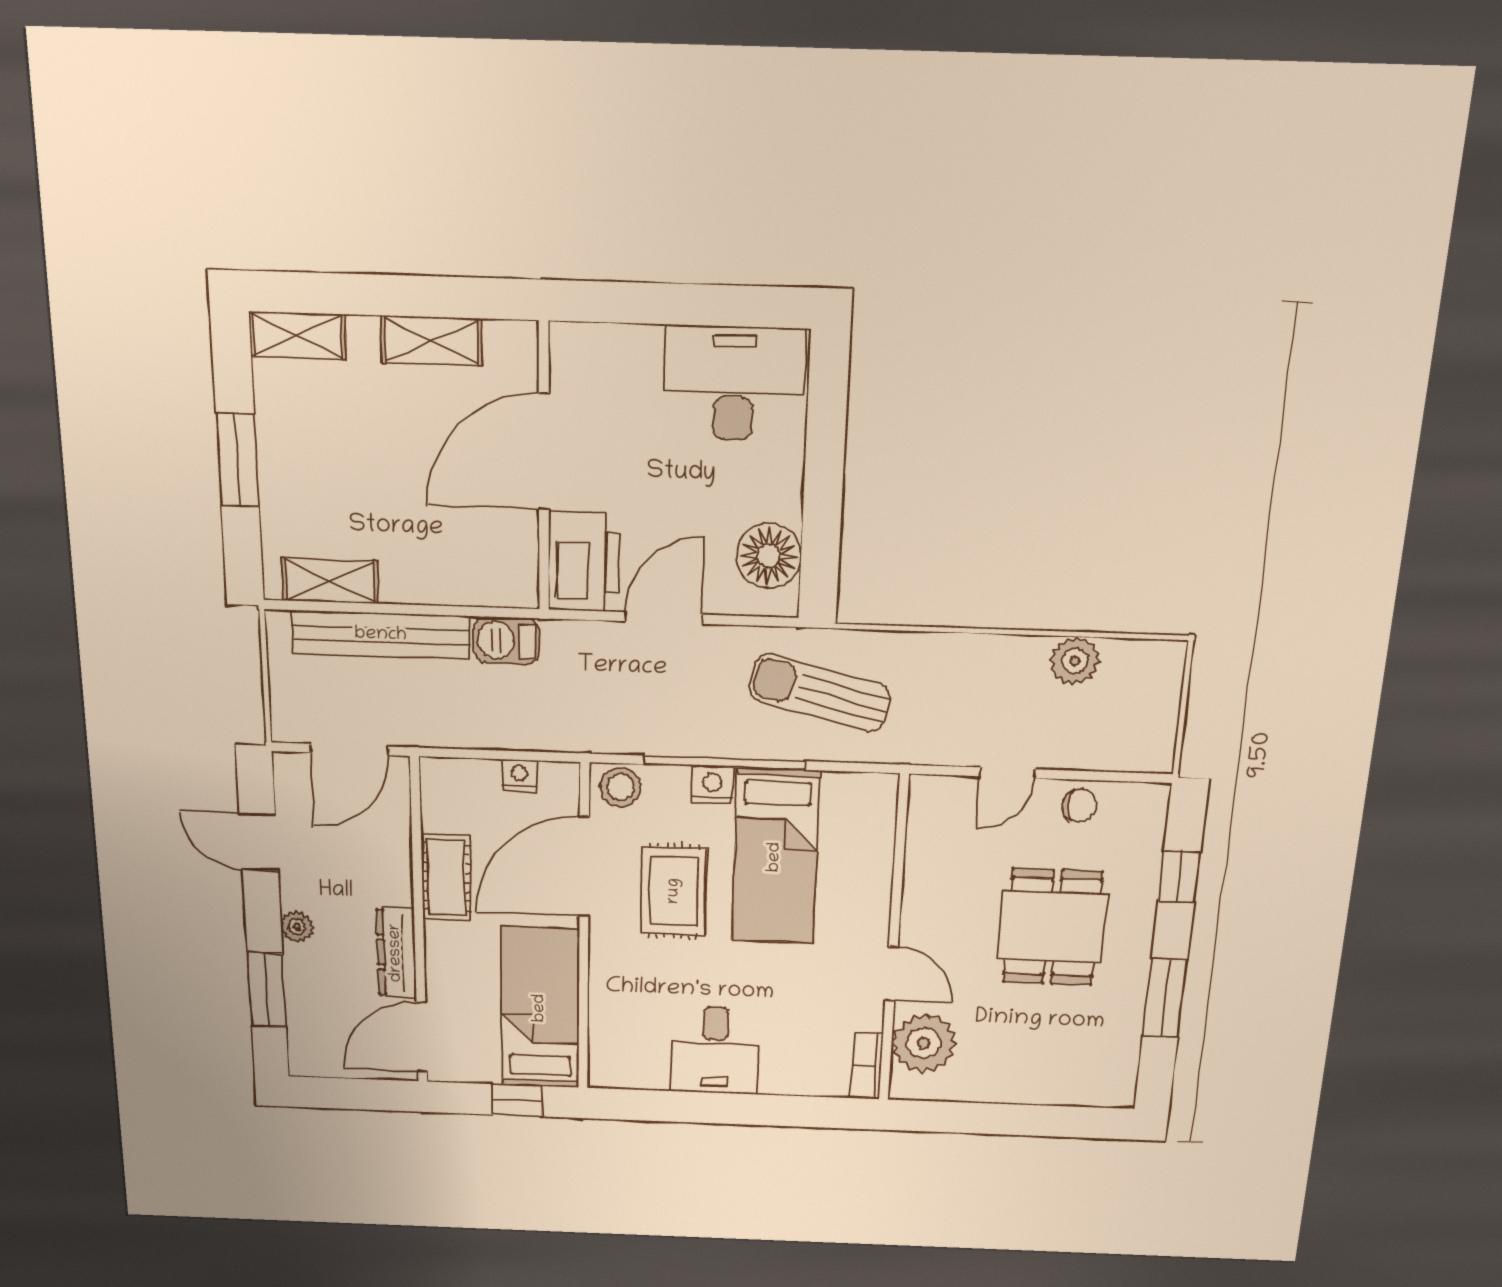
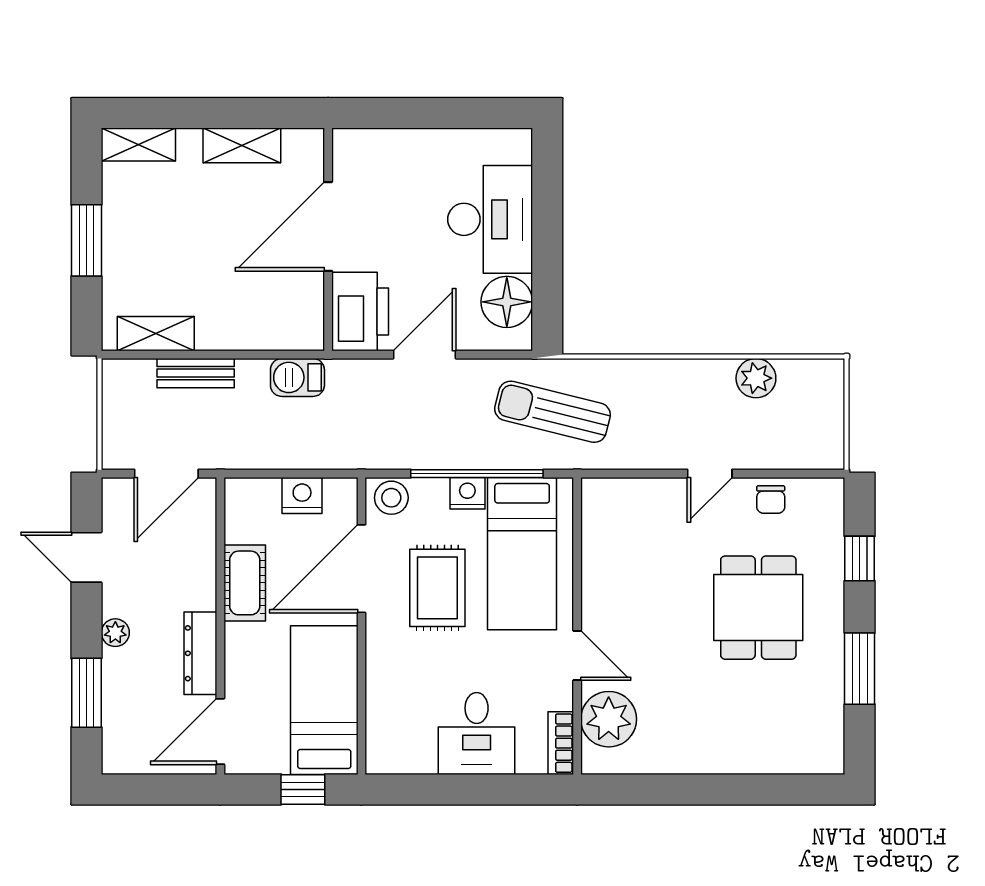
desk: (734, 384) -> (490, 219), moved, turned 90
bench: (381, 635) -> (196, 373), width x0.54, depth x0.82
nightstand: (520, 775) -> (302, 496), width x1.39, depth x1.35
chair: (1079, 806) -> (771, 500), turned 90
wall: (894, 941) -> (577, 626), moved
door: (892, 974) -> (577, 656), moved
plant: (924, 1043) -> (609, 719), moved
bookcase: (867, 1066) -> (561, 743), moved

